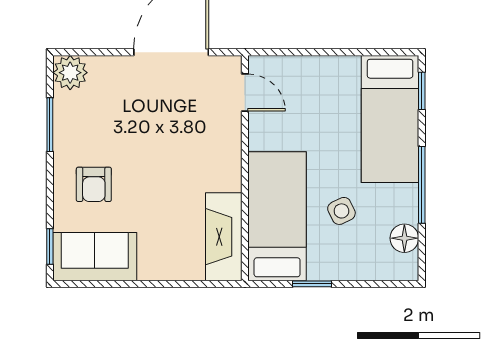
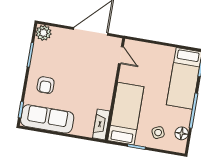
side table: (341, 211) -> (158, 133), moved
fireplace: (224, 237) -> (101, 124), width x0.73, depth x0.76
sofa: (95, 257) -> (47, 119), width x1.36

